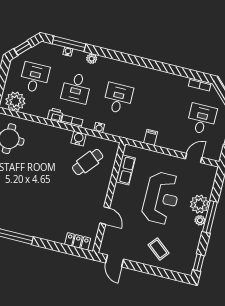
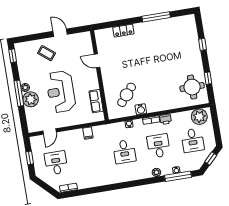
desk: (202, 119) -> (56, 163), turned 180
locker: (78, 241) -> (123, 31), moved
door: (115, 261) -> (60, 33), moved

